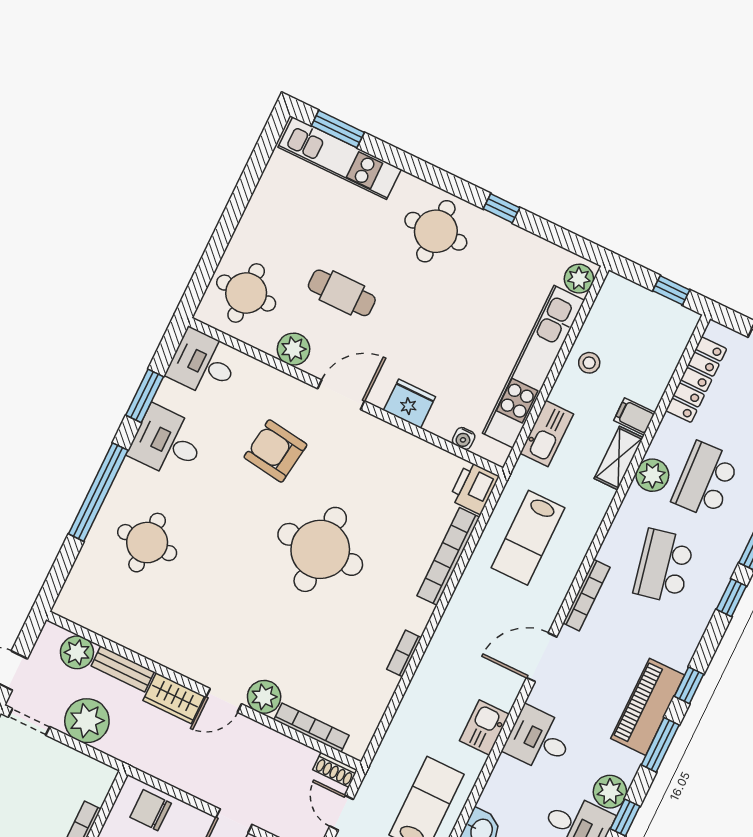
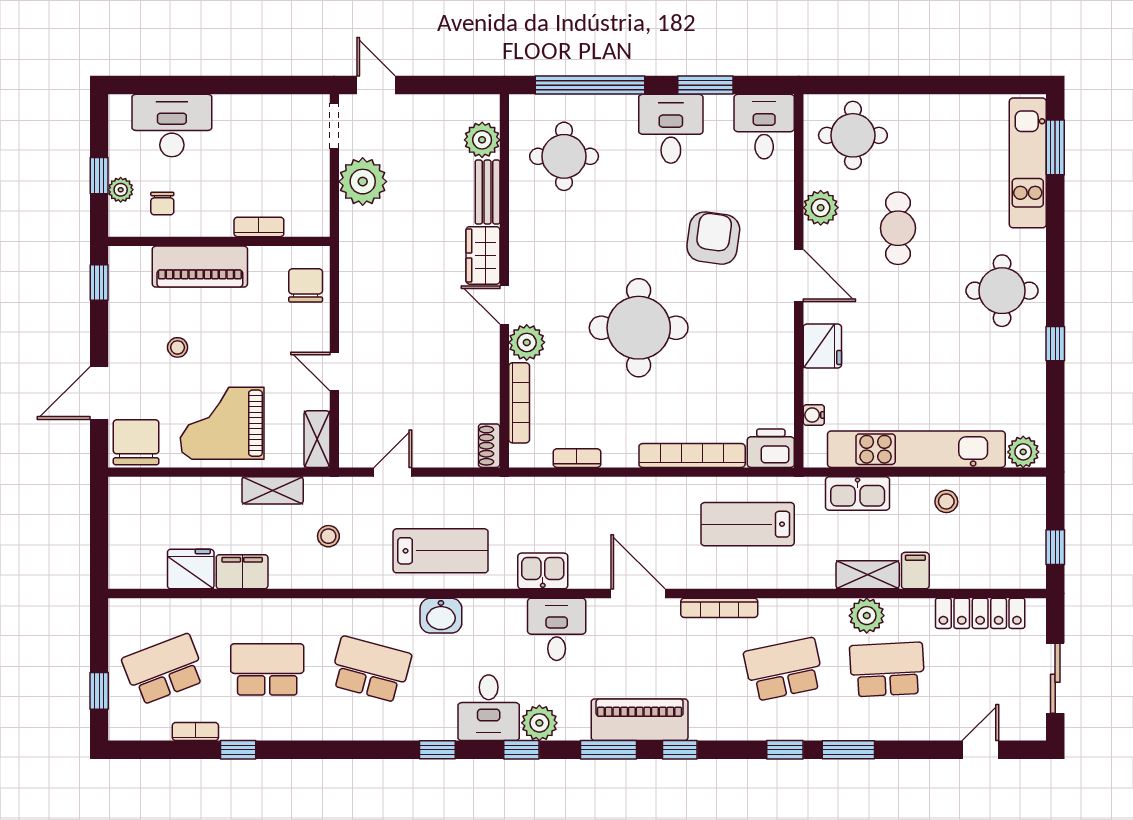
plant: (77, 652) -> (482, 140), moved
bench: (123, 669) -> (488, 192), moved
wall: (204, 691) -> (504, 281), moved
plant: (264, 697) -> (527, 342), moved
wardrobe: (174, 698) -> (483, 255), moved
door: (224, 700) -> (504, 305), moved
bookcase: (311, 728) -> (519, 403), moved
shoe rack: (335, 770) -> (489, 446), moved

